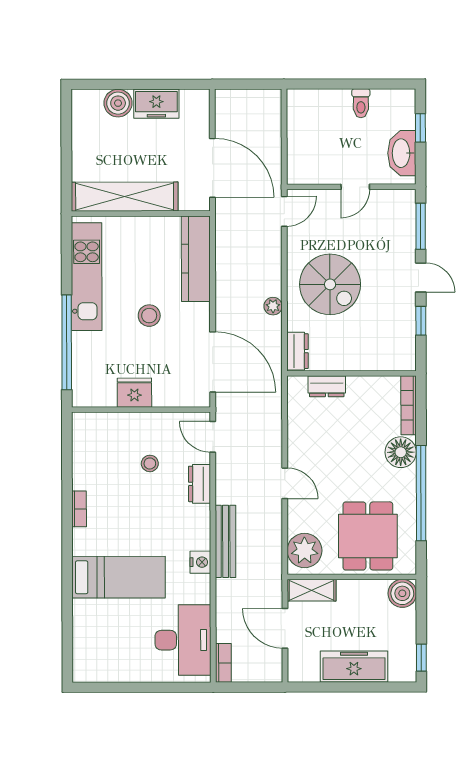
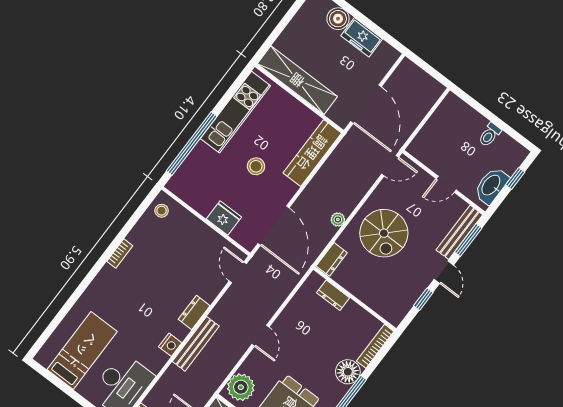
bench: (406, 225) -> (459, 232), added
fridge: (134, 393) -> (224, 218), moved
stool: (150, 463) -> (162, 211), moved
dresser: (200, 484) -> (194, 312), moved
bed: (118, 577) -> (82, 350), moved, turned -90

